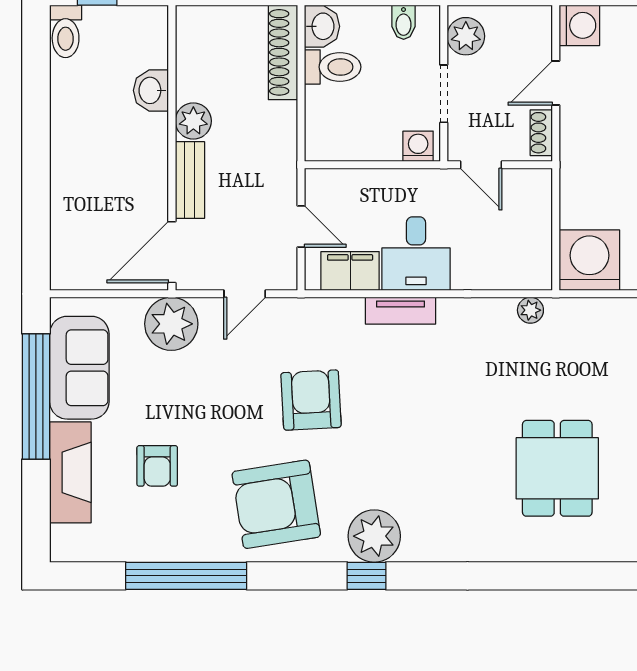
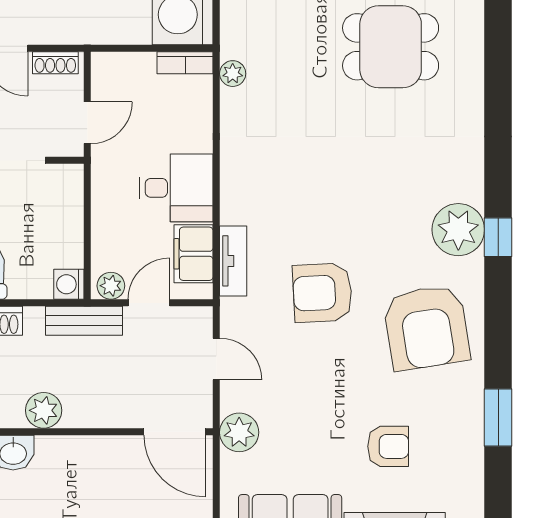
washing machine: (418, 146) -> (69, 284), moved
bench: (190, 180) -> (84, 321), moved
plant: (318, 188) -> (111, 286), added
bookcase: (541, 263) -> (185, 63), added
tv unit: (400, 311) -> (233, 261), moved
plant: (171, 324) -> (239, 432), width x0.73, depth x0.73
window: (186, 576) -> (498, 418), width x0.47

